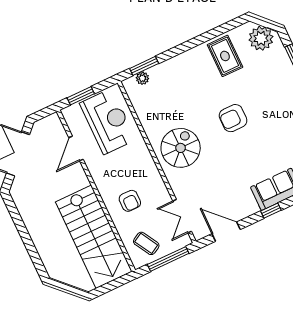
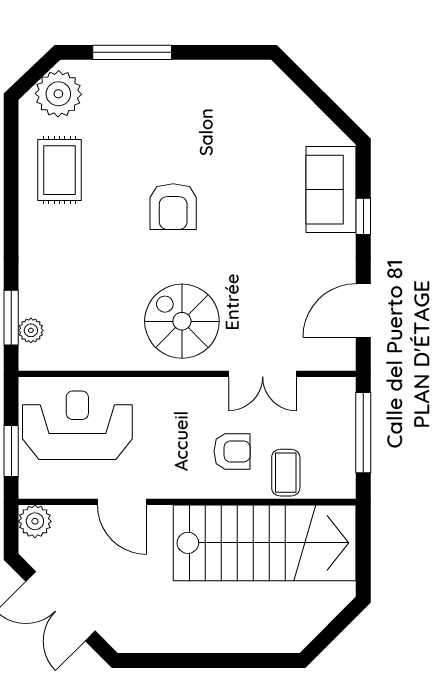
rug: (225, 56) -> (60, 170), turned 90
plant: (53, 123) -> (35, 521), added
door: (76, 148) -> (122, 502), moved
double door: (182, 216) -> (263, 374), moved
coffee table: (146, 243) -> (286, 473), moved, turned -60

